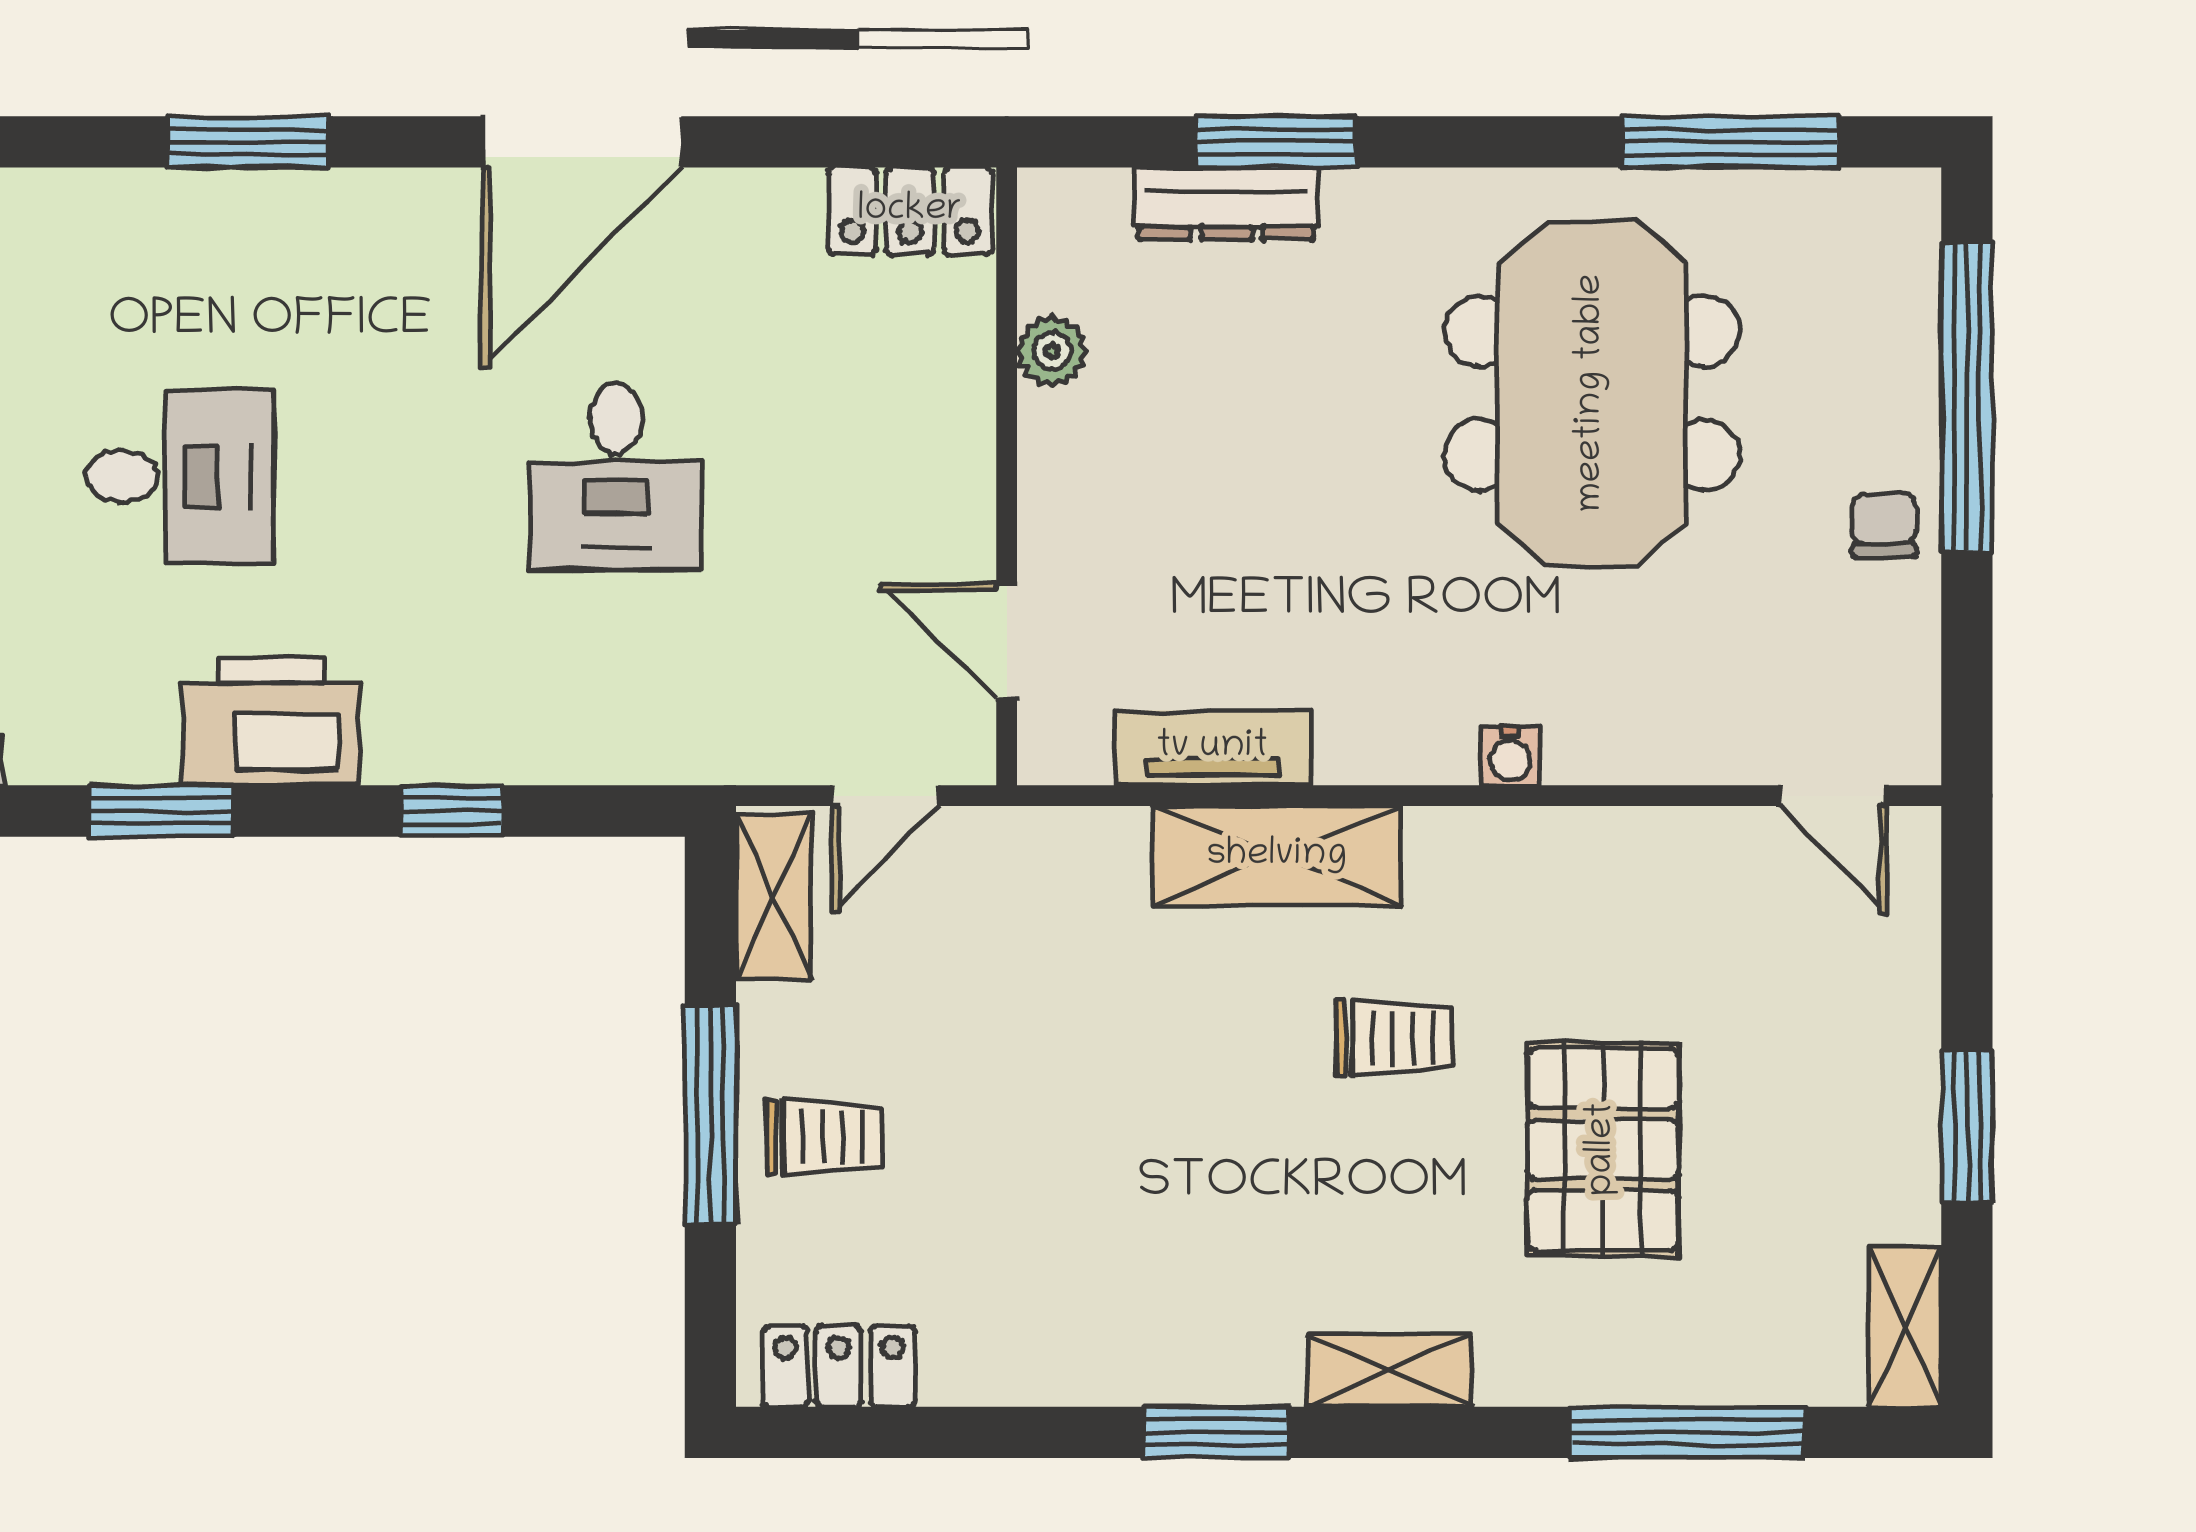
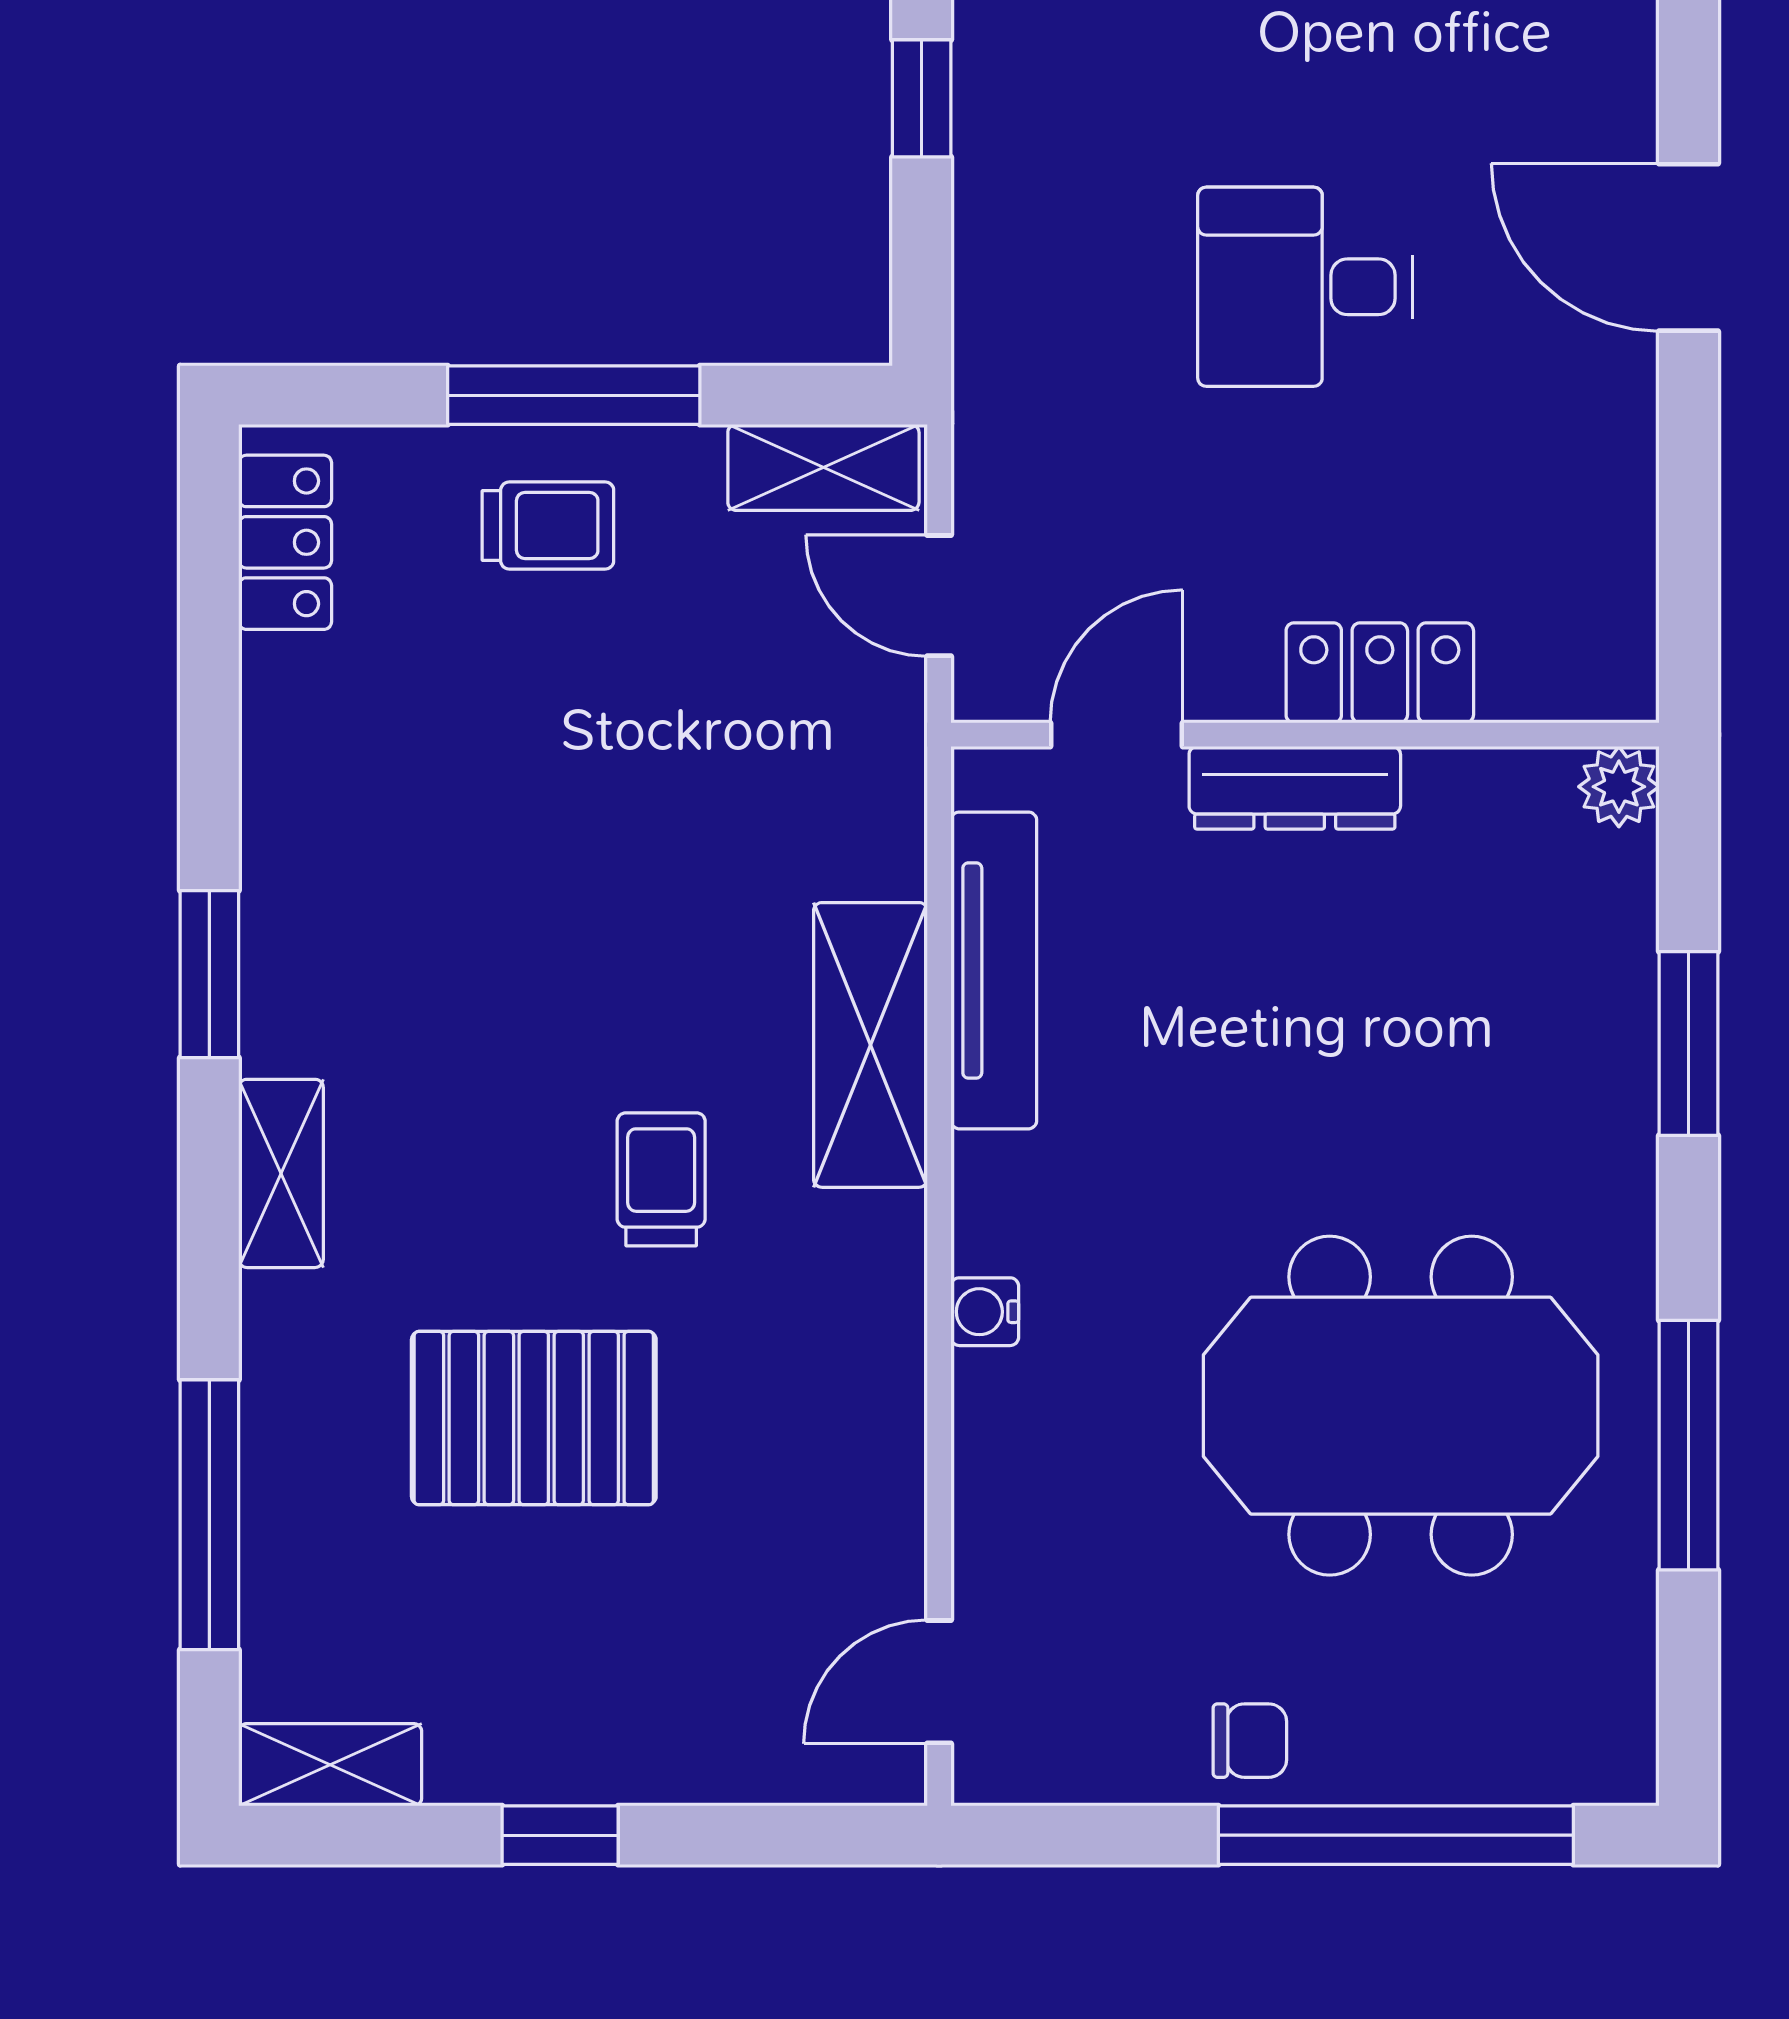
door: (582, 142) -> (1688, 247), width x0.73
window: (1730, 142) -> (1688, 1445), moved
dresser: (1226, 204) -> (1295, 788), moved, turned -90
locker: (910, 211) -> (1380, 673), moved, turned 90
plant: (1052, 351) -> (1619, 787), moved
tv unit: (1212, 748) -> (994, 970), width x1.41
trolley: (1395, 1038) -> (661, 1179), turned 180
window: (1967, 1126) -> (560, 1835), width x0.67
trolley: (824, 1137) -> (548, 526), turned -90

